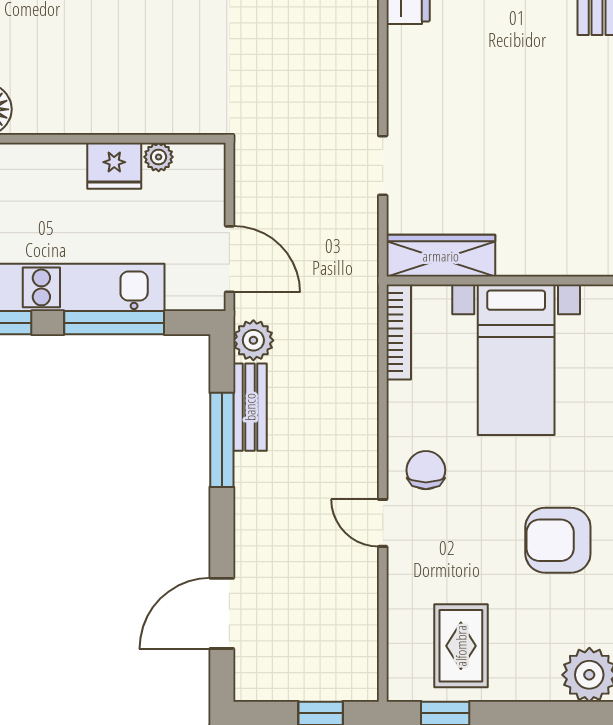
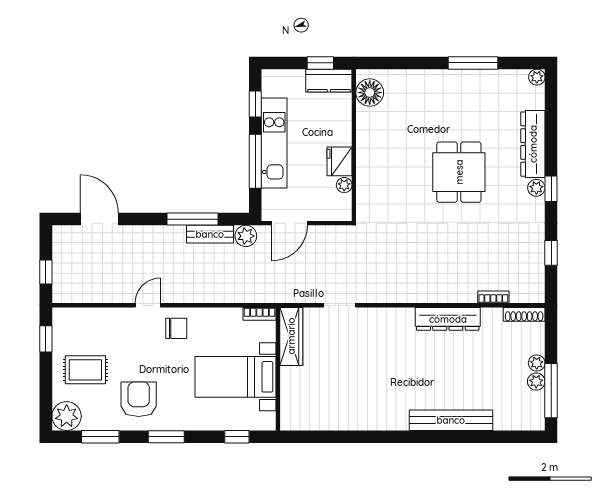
bookcase: (399, 332) -> (259, 314), width x0.64
rug: (461, 646) -> (85, 370), moved

